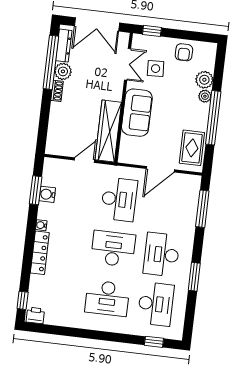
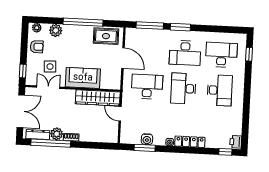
plant: (205, 96) -> (37, 28), moved
window: (194, 277) -> (180, 27), moved

